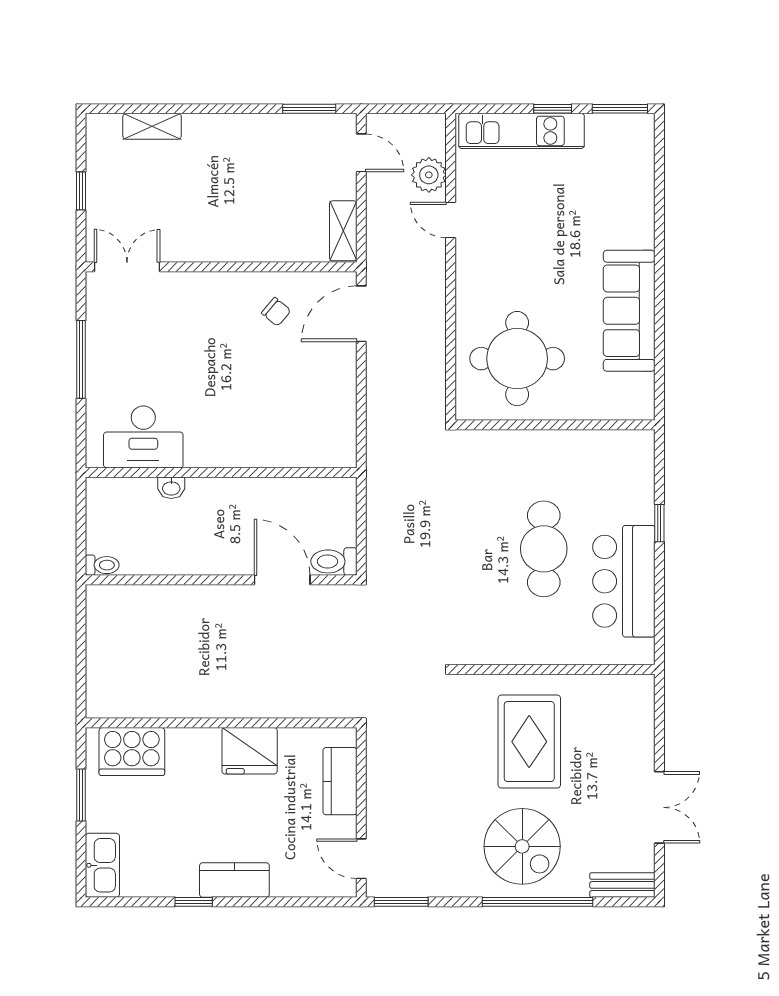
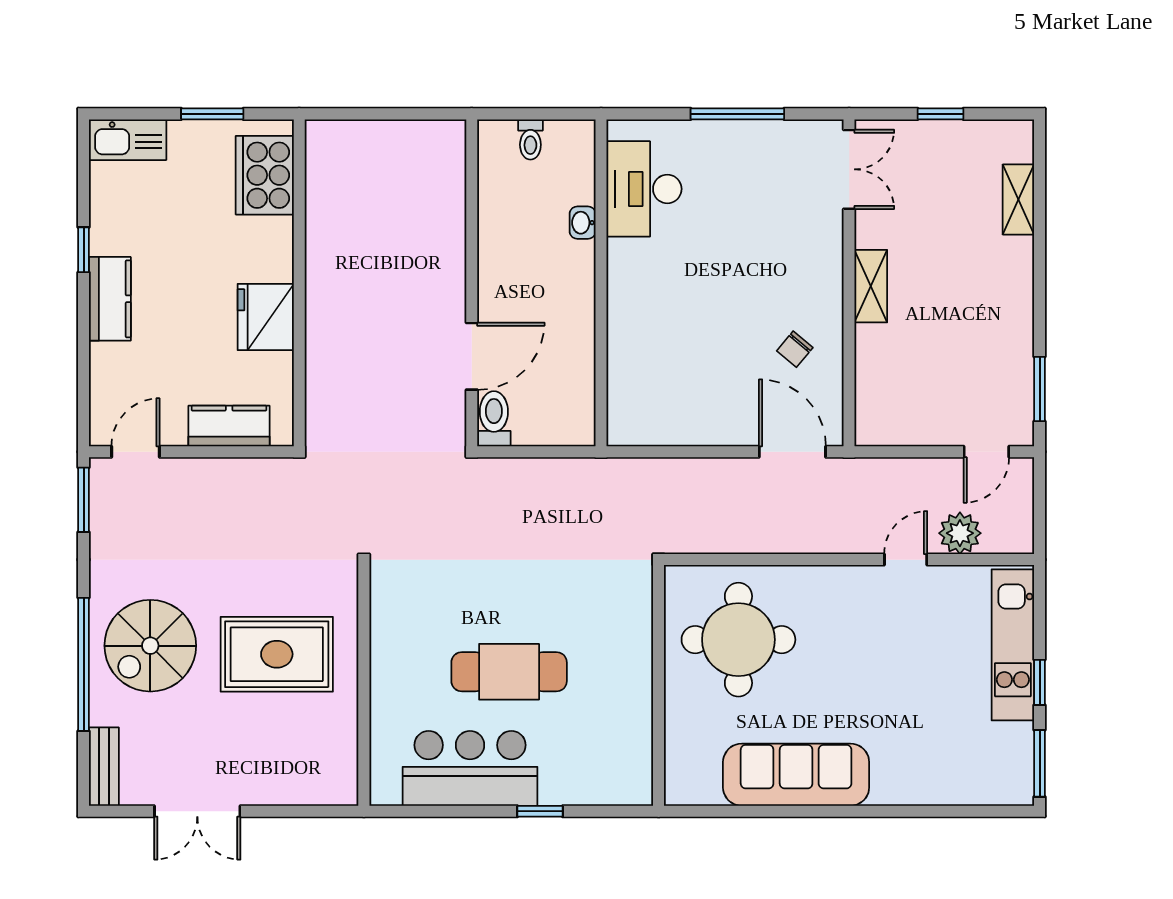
shelving: (343, 231) -> (871, 286), moved, turned 90
toilet: (102, 565) -> (530, 139), moved

